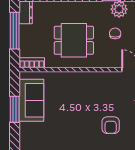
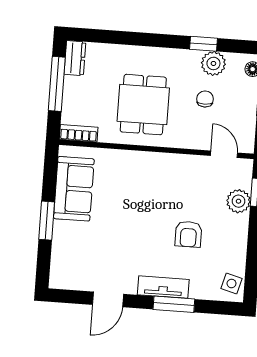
dining table: (74, 40) -> (143, 105), turned 90
window: (15, 109) -> (47, 221), moved

